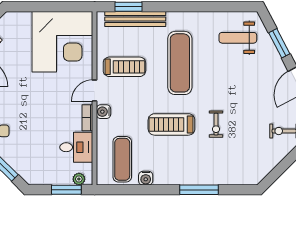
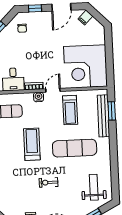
door: (95, 90) -> (53, 90), hinge flipped
exercise bike: (216, 124) -> (48, 182), moved

